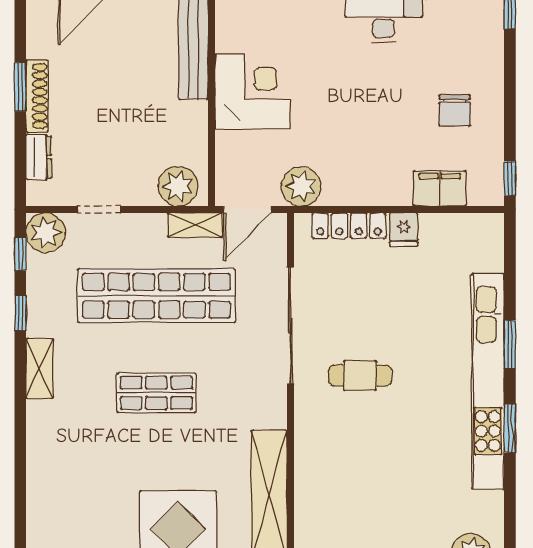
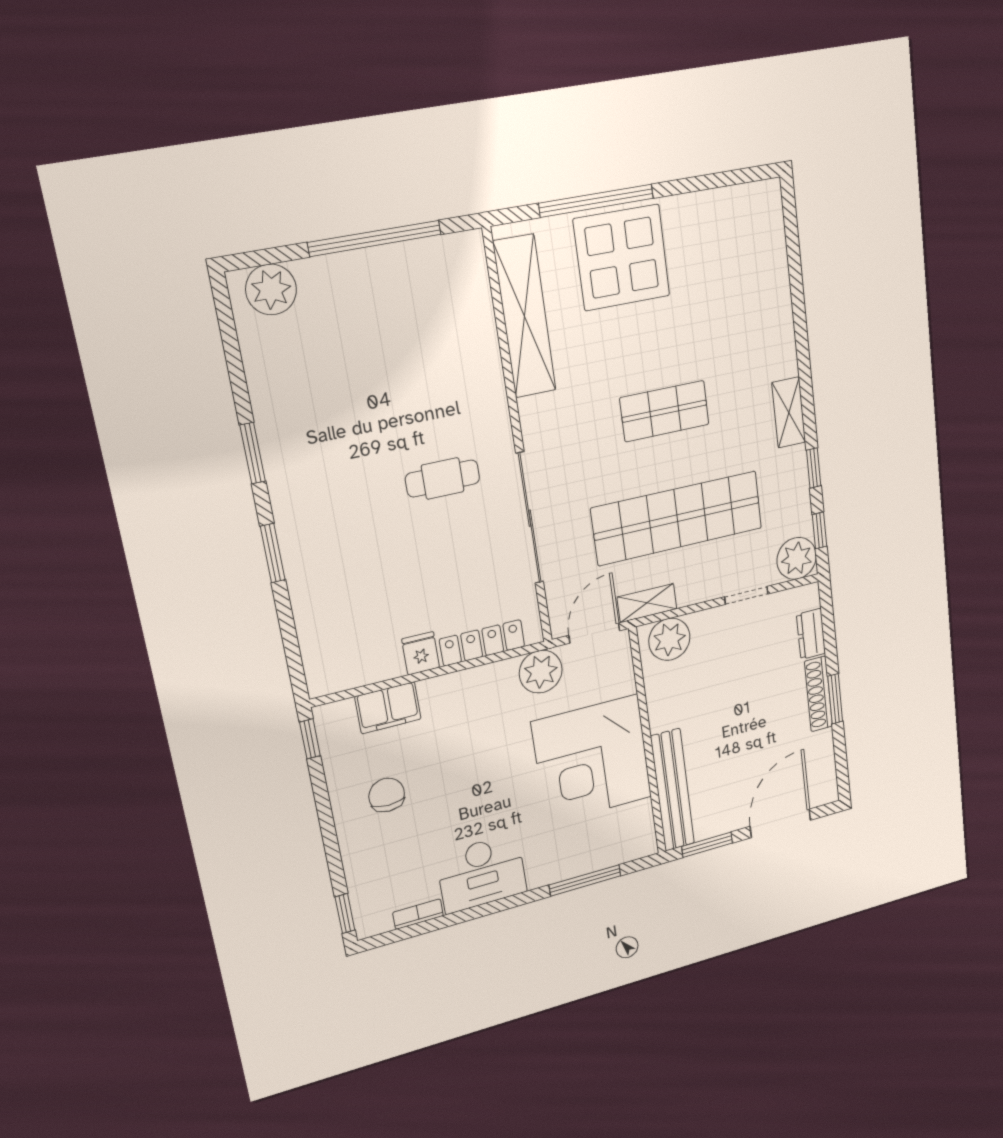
corner desk: (253, 92) -> (592, 760), width x1.36, depth x1.36
kitchen unit: (488, 381) -> (291, 504), removed

